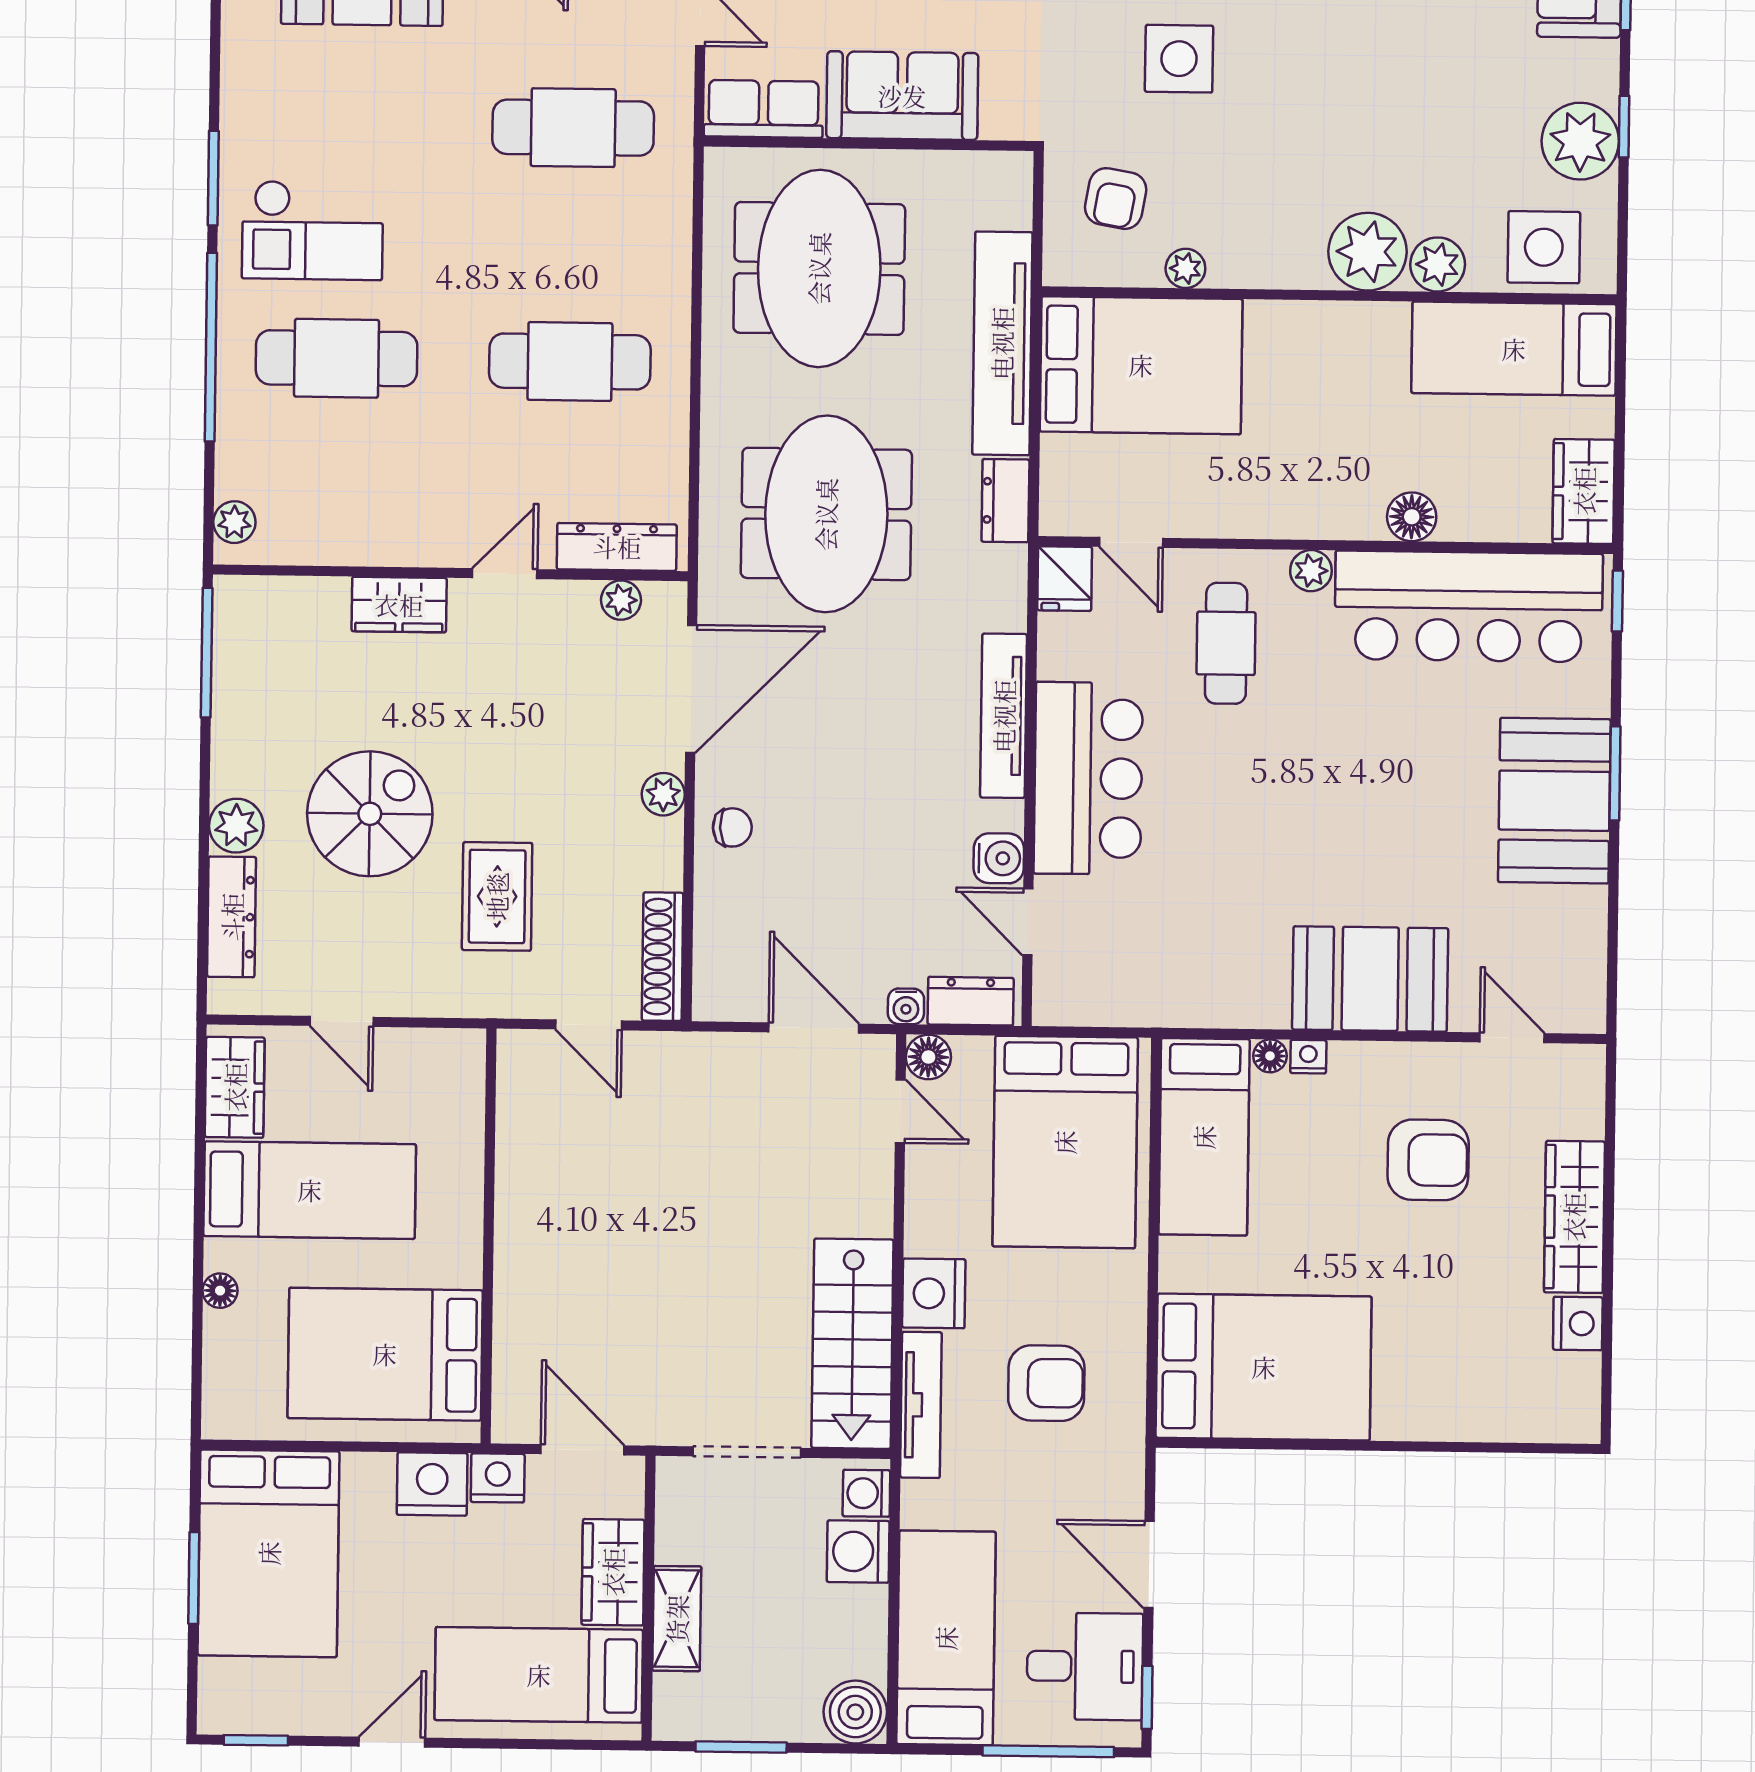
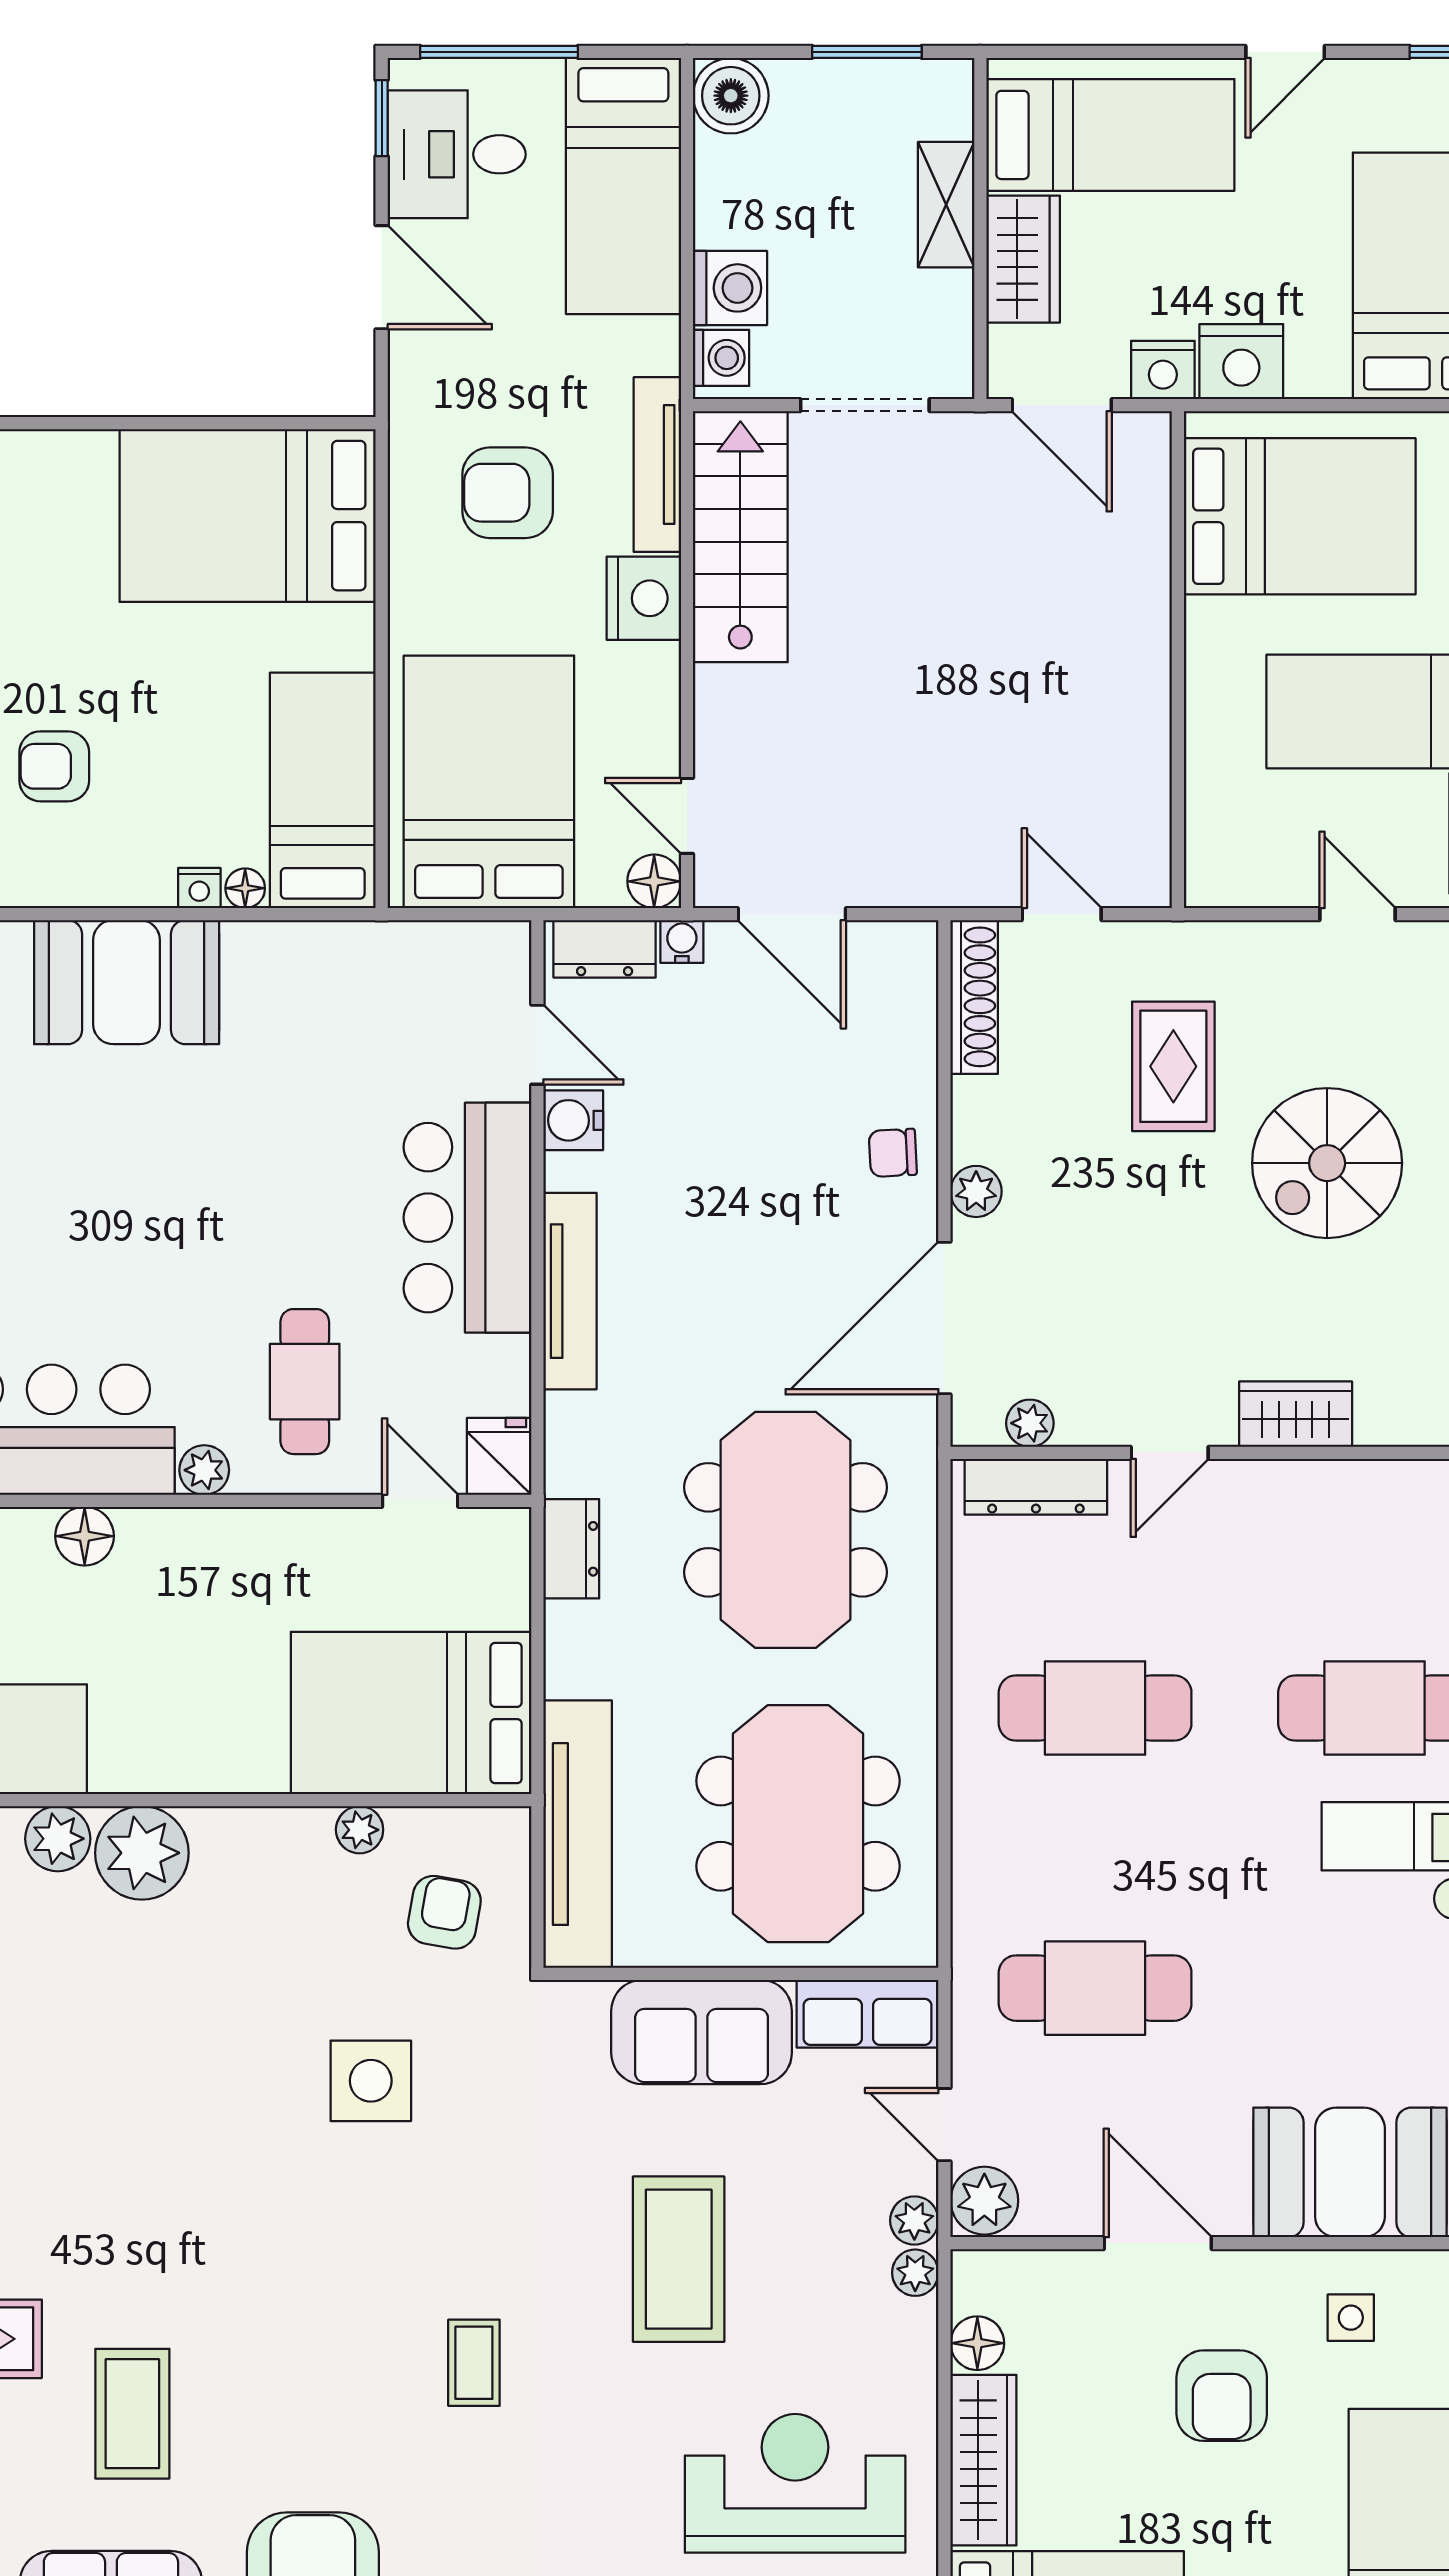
tv unit: (1002, 343) -> (578, 1834), moved
armchair: (1428, 1160) -> (54, 766), width x0.72, depth x0.72

